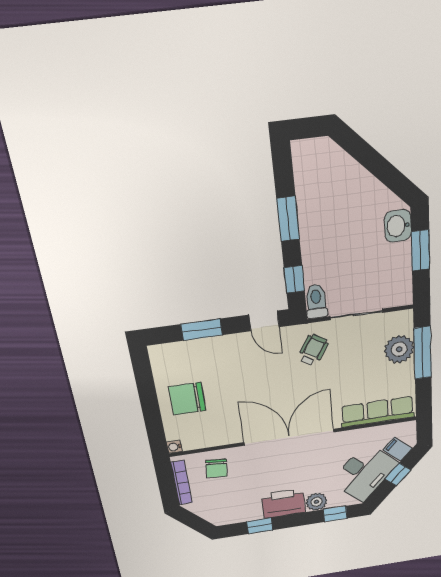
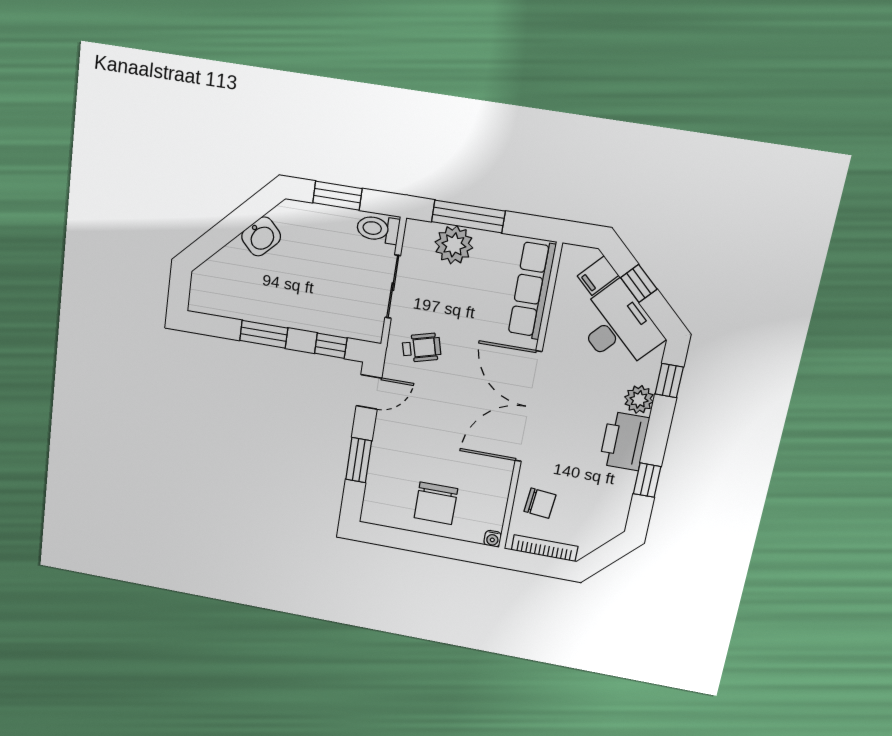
washbasin: (398, 226) -> (261, 236), moved, turned -45
toilet: (316, 301) -> (378, 229), moved
wheelchair: (313, 350) -> (421, 348), turned 133

